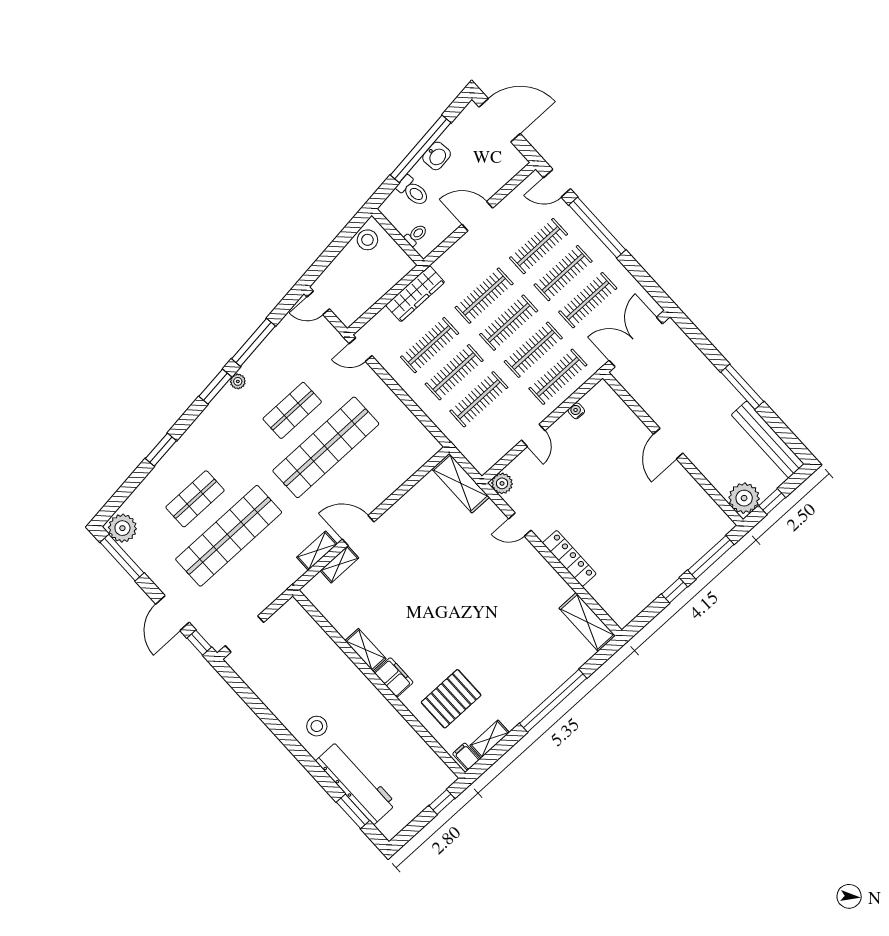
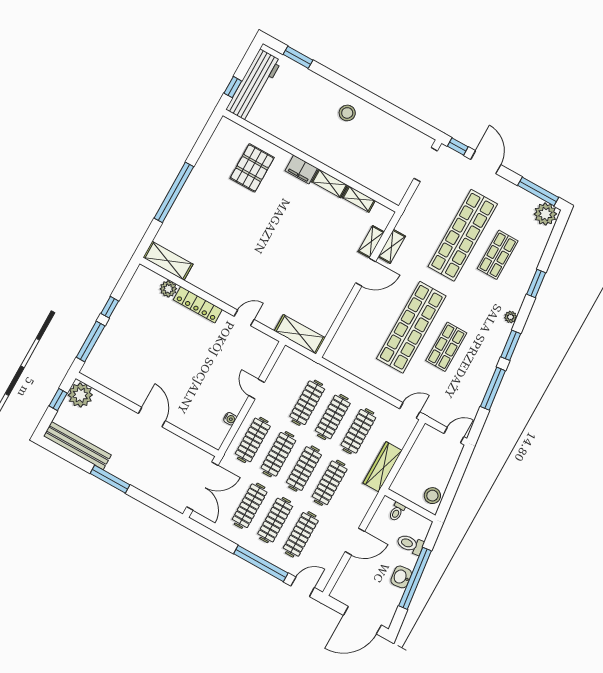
plant: (238, 381) -> (511, 317), moved
plant: (502, 483) -> (168, 289), moved
shelving: (490, 739) -> (359, 199), moved, turned 90
filing cabinet: (466, 756) -> (226, 128), removed
workbench: (356, 782) -> (254, 85), moved, turned -90

